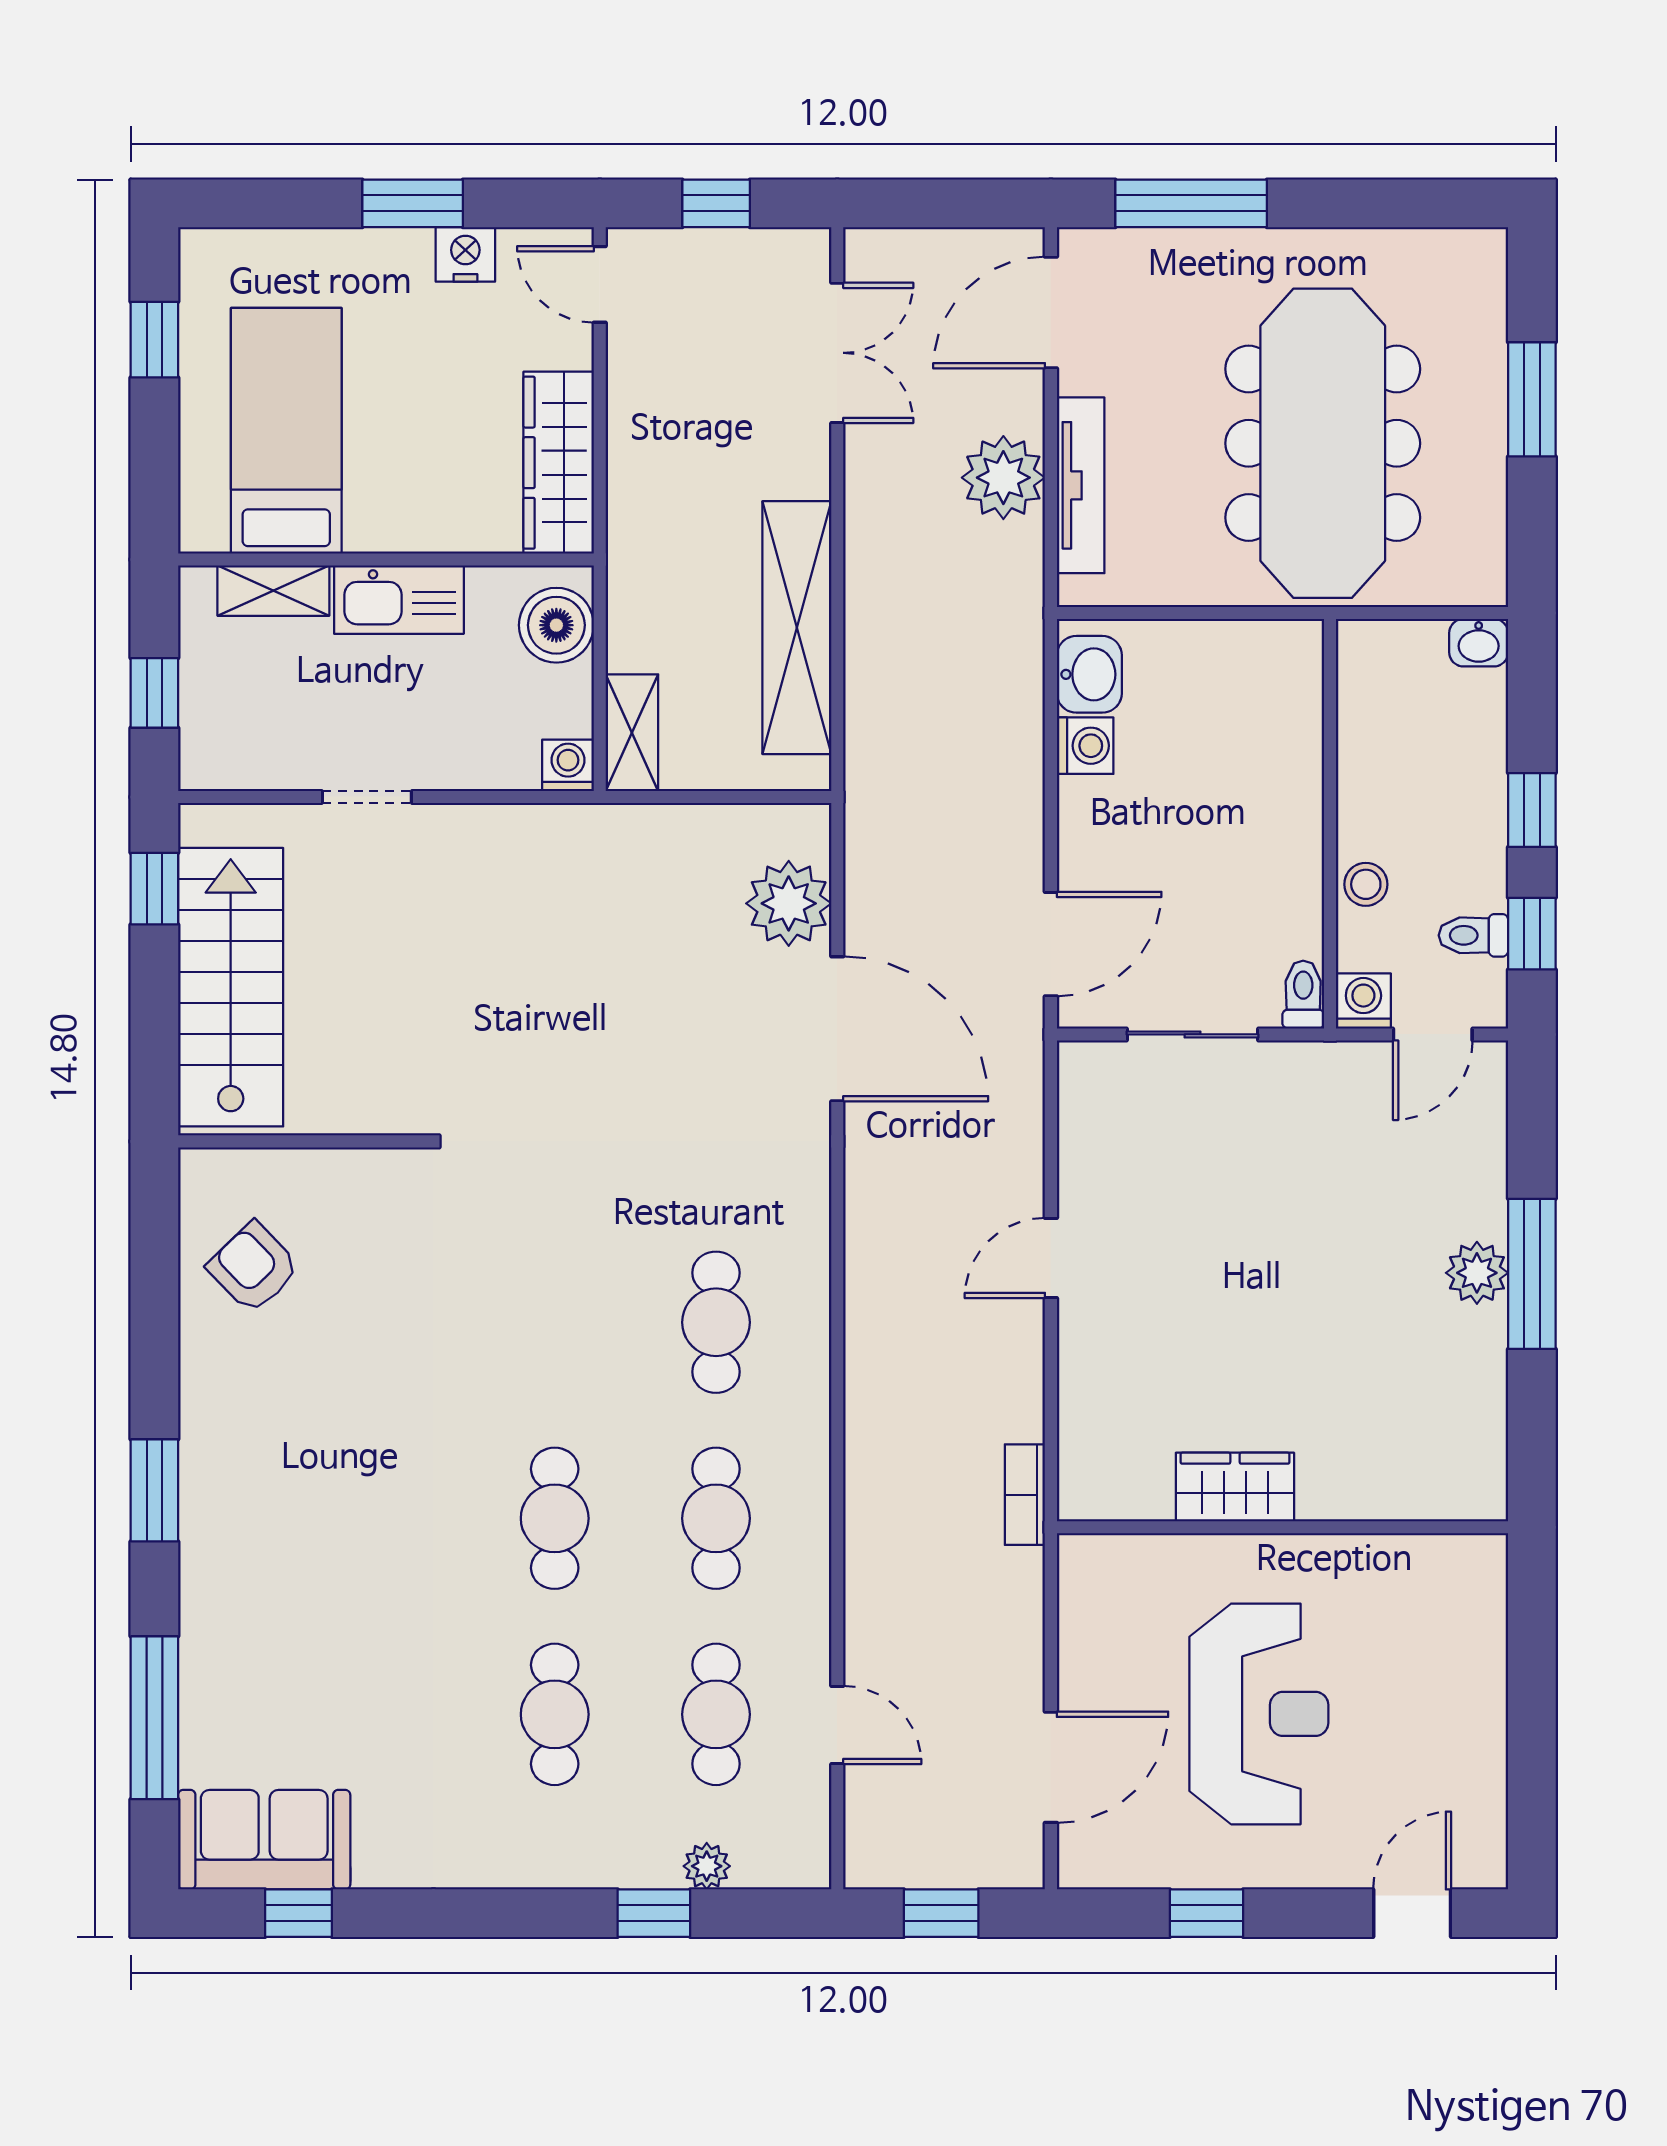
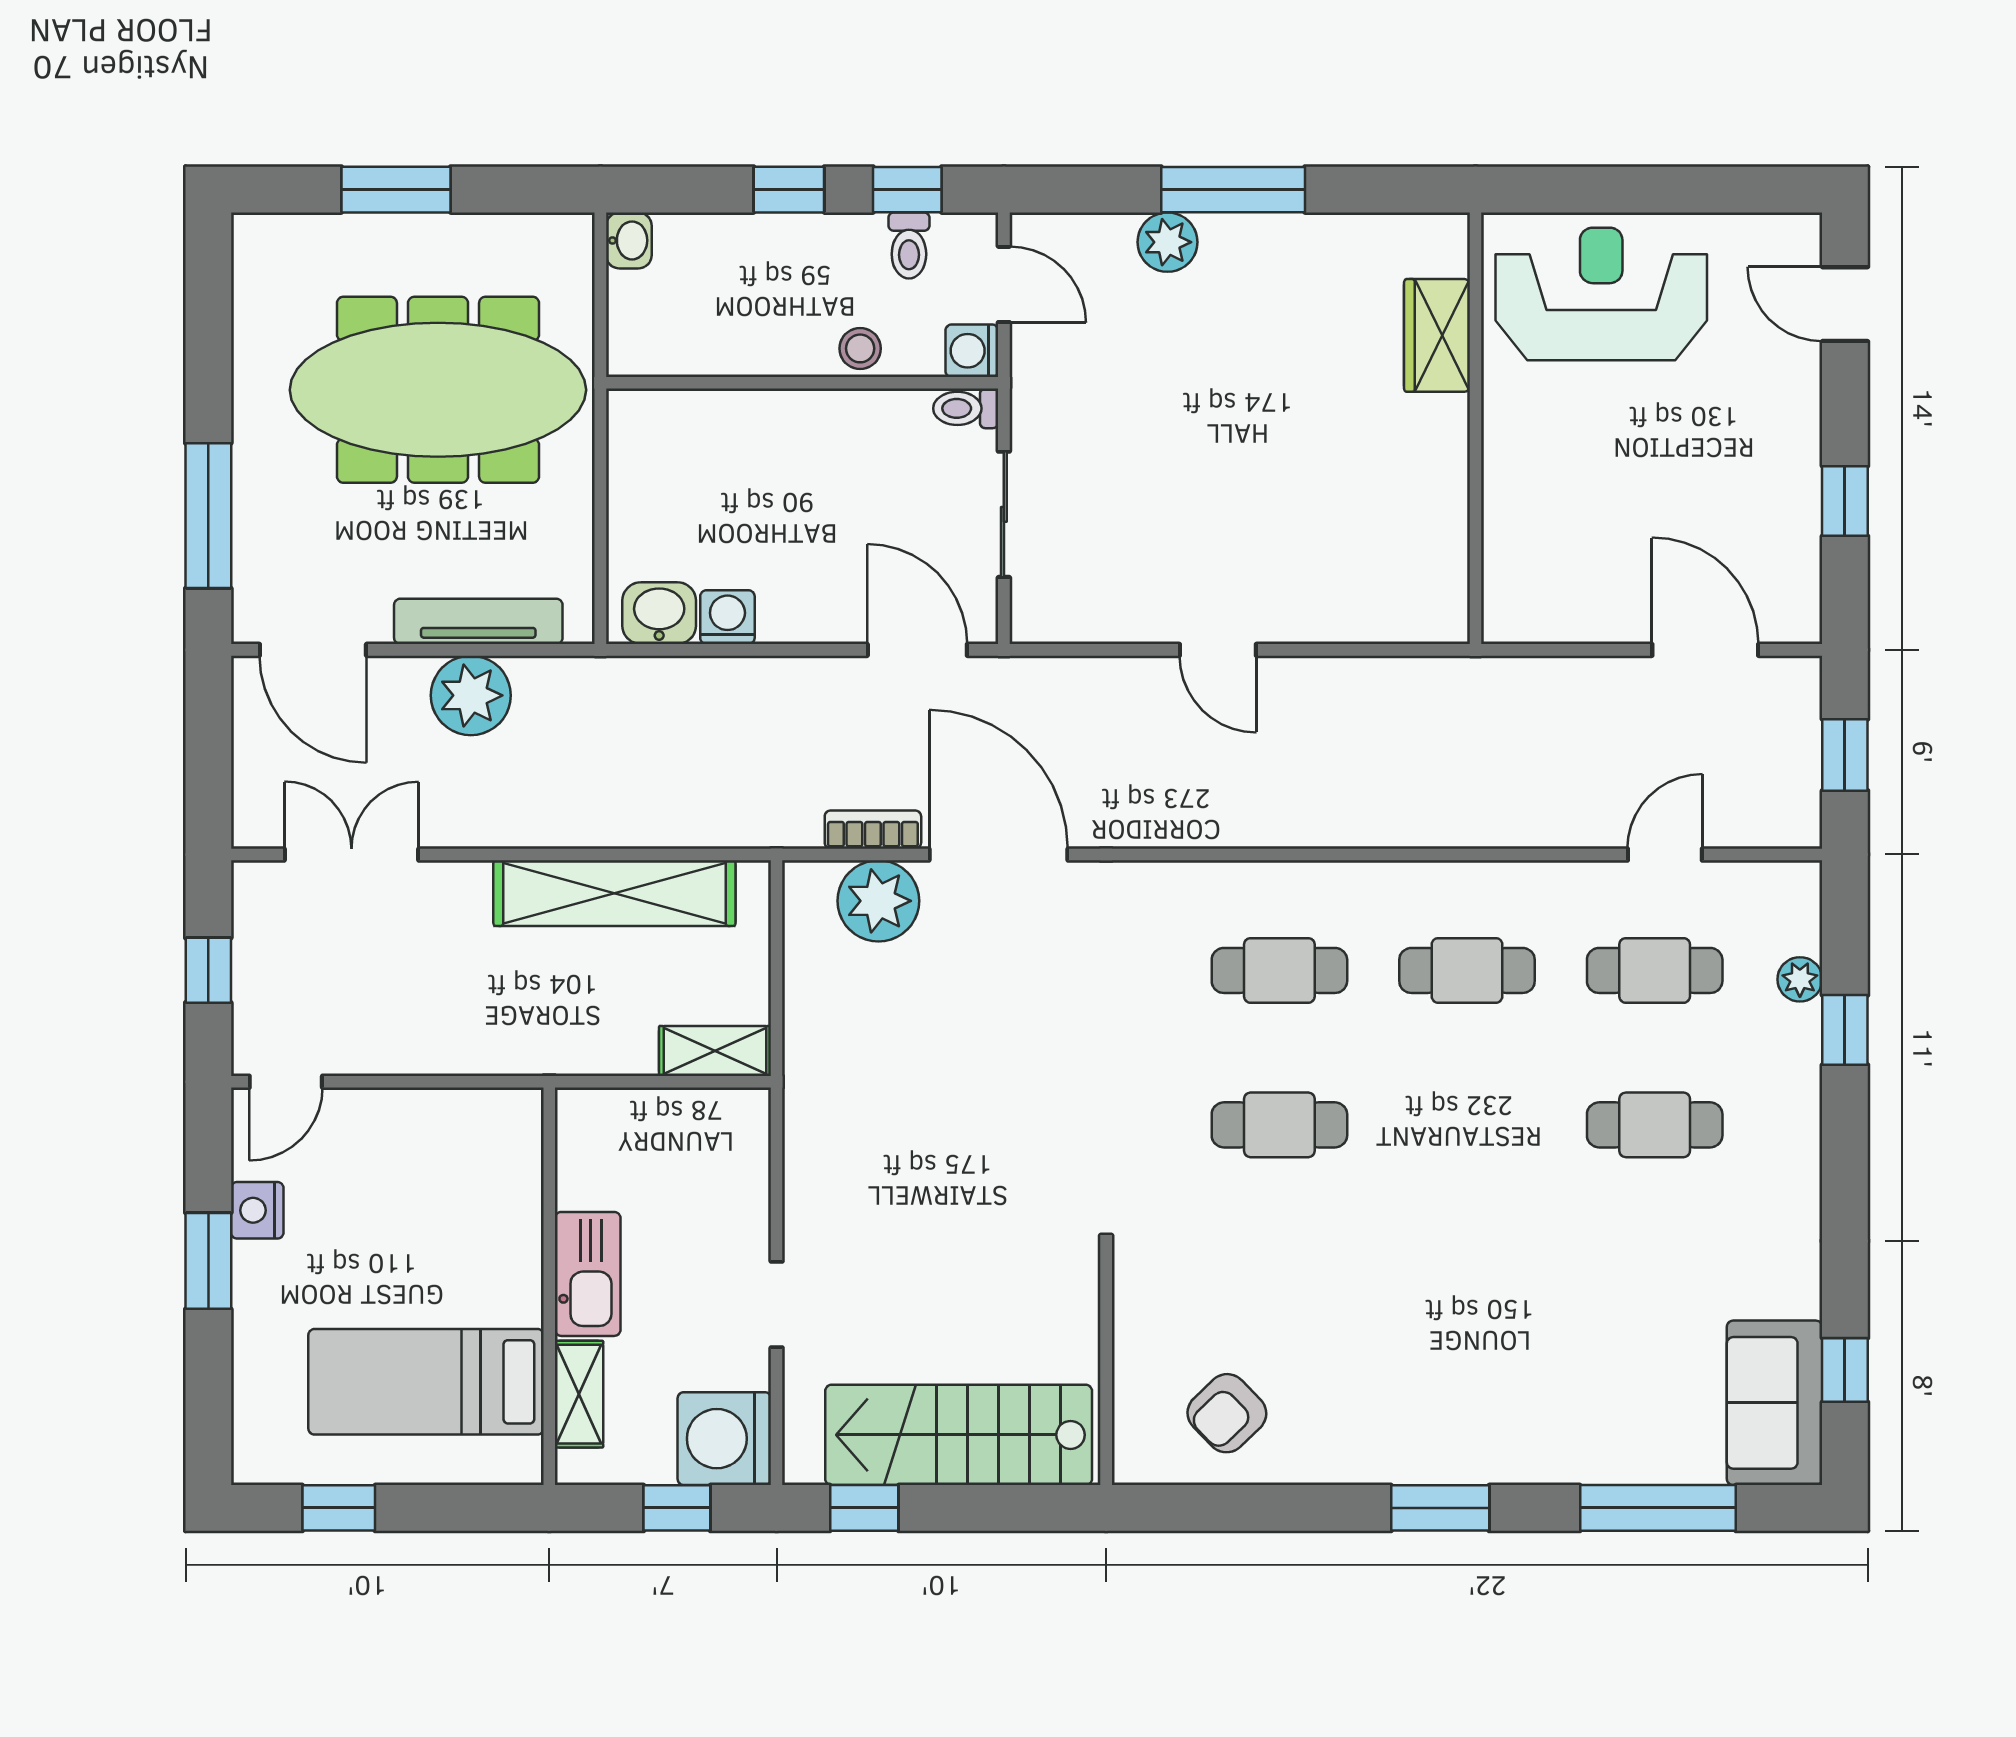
wardrobe: (559, 463) -> (457, 1121), removed
boiler: (556, 625) -> (612, 1123), removed
washing machine: (568, 765) -> (724, 1439), moved, width x1.89, depth x1.89
door: (837, 1029) -> (998, 854), hinge flipped
plant: (1477, 1273) -> (1168, 242), moved
wardrobe: (1235, 1487) -> (1437, 335), moved
bookcase: (1025, 1495) -> (873, 830), moved, turned 180
cafe table: (555, 1518) -> (1279, 1125), moved
reception desk: (1259, 1714) -> (1601, 294), moved

